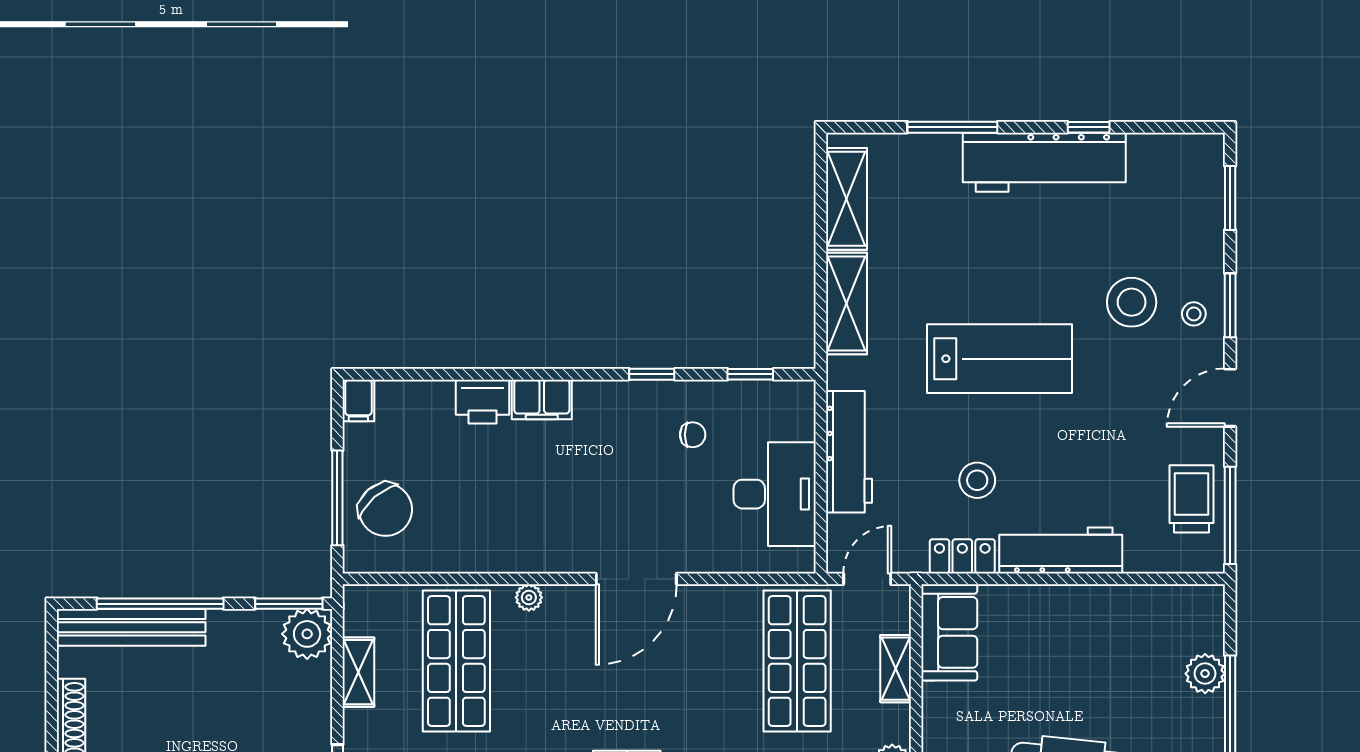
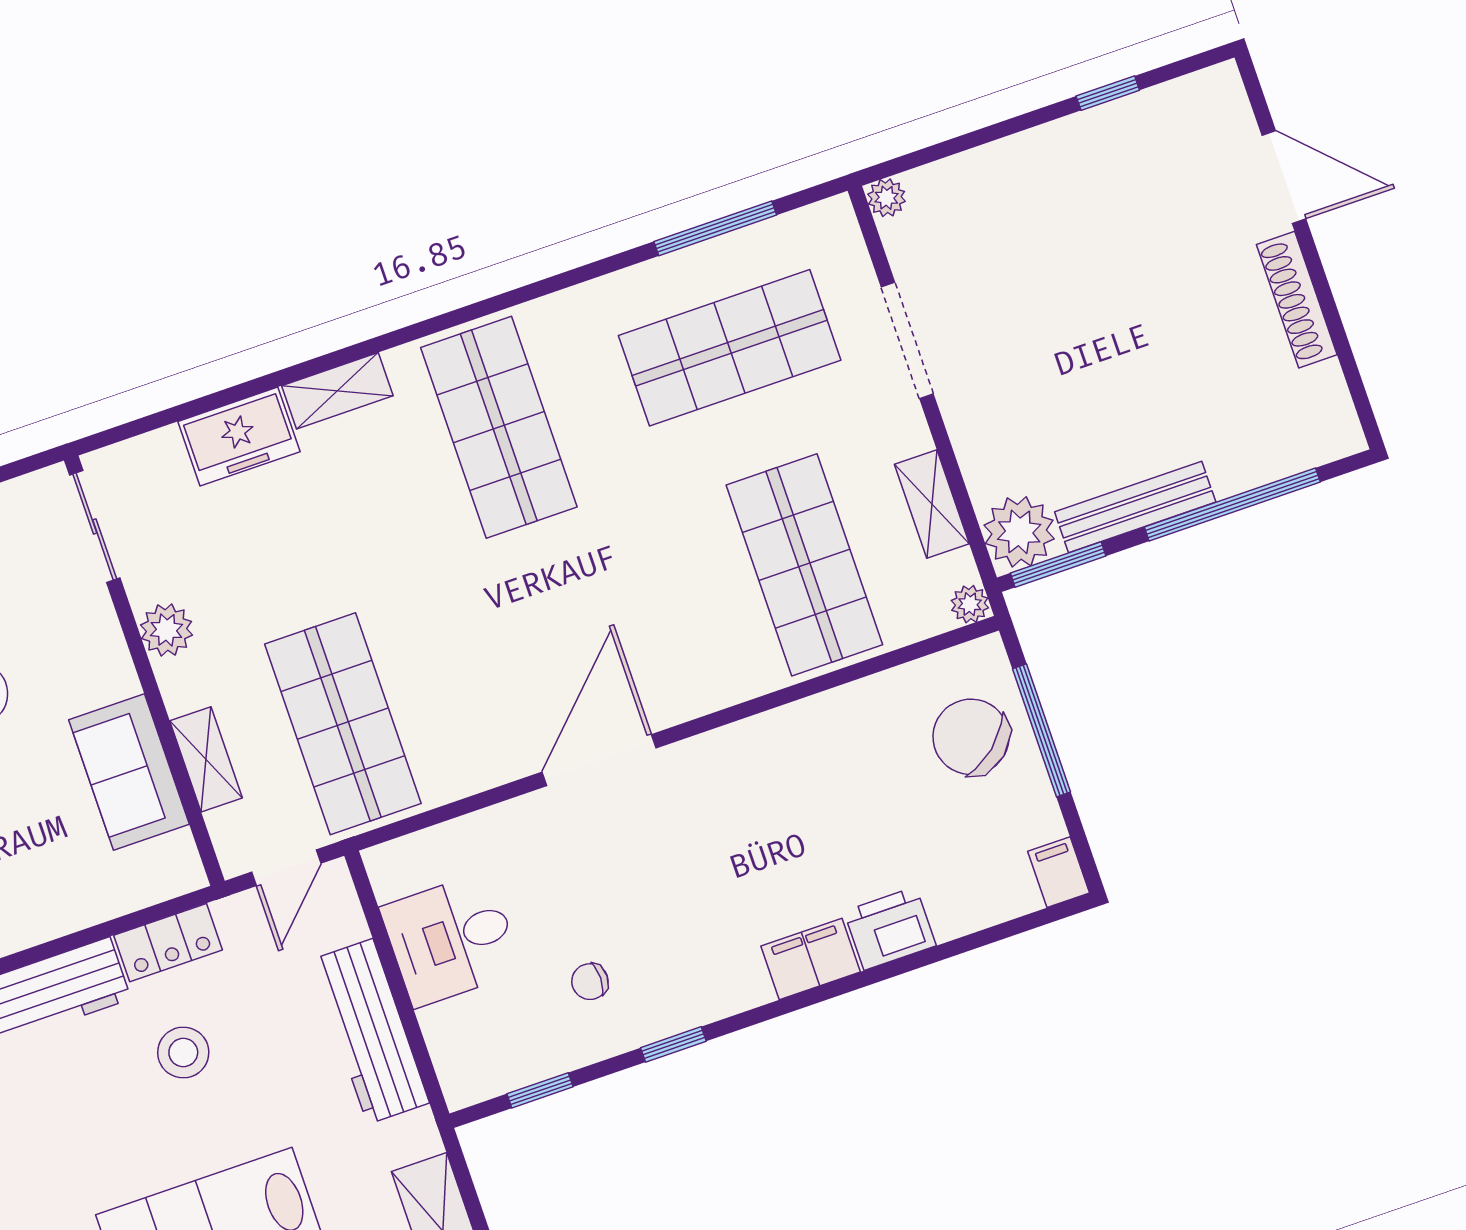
desk: (775, 494) -> (451, 939), width x0.73
plant: (529, 597) -> (970, 604), moved
bench: (131, 627) -> (1135, 507), moved, width x0.73, depth x0.82
sofa: (949, 632) -> (129, 772), moved

